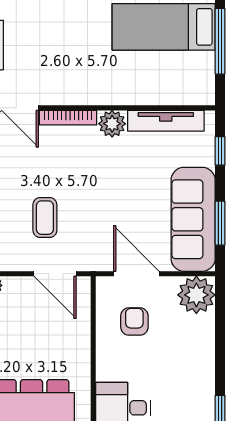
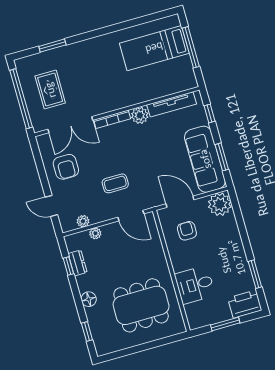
coffee table: (45, 218) -> (115, 183), turned 90

